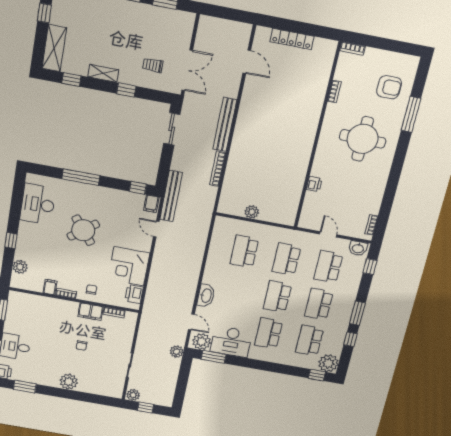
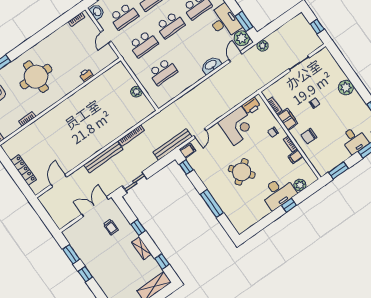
desk: (38, 204) -> (278, 193), moved
chair: (57, 315) -> (309, 136), added
plant: (133, 395) -> (316, 42), removed

